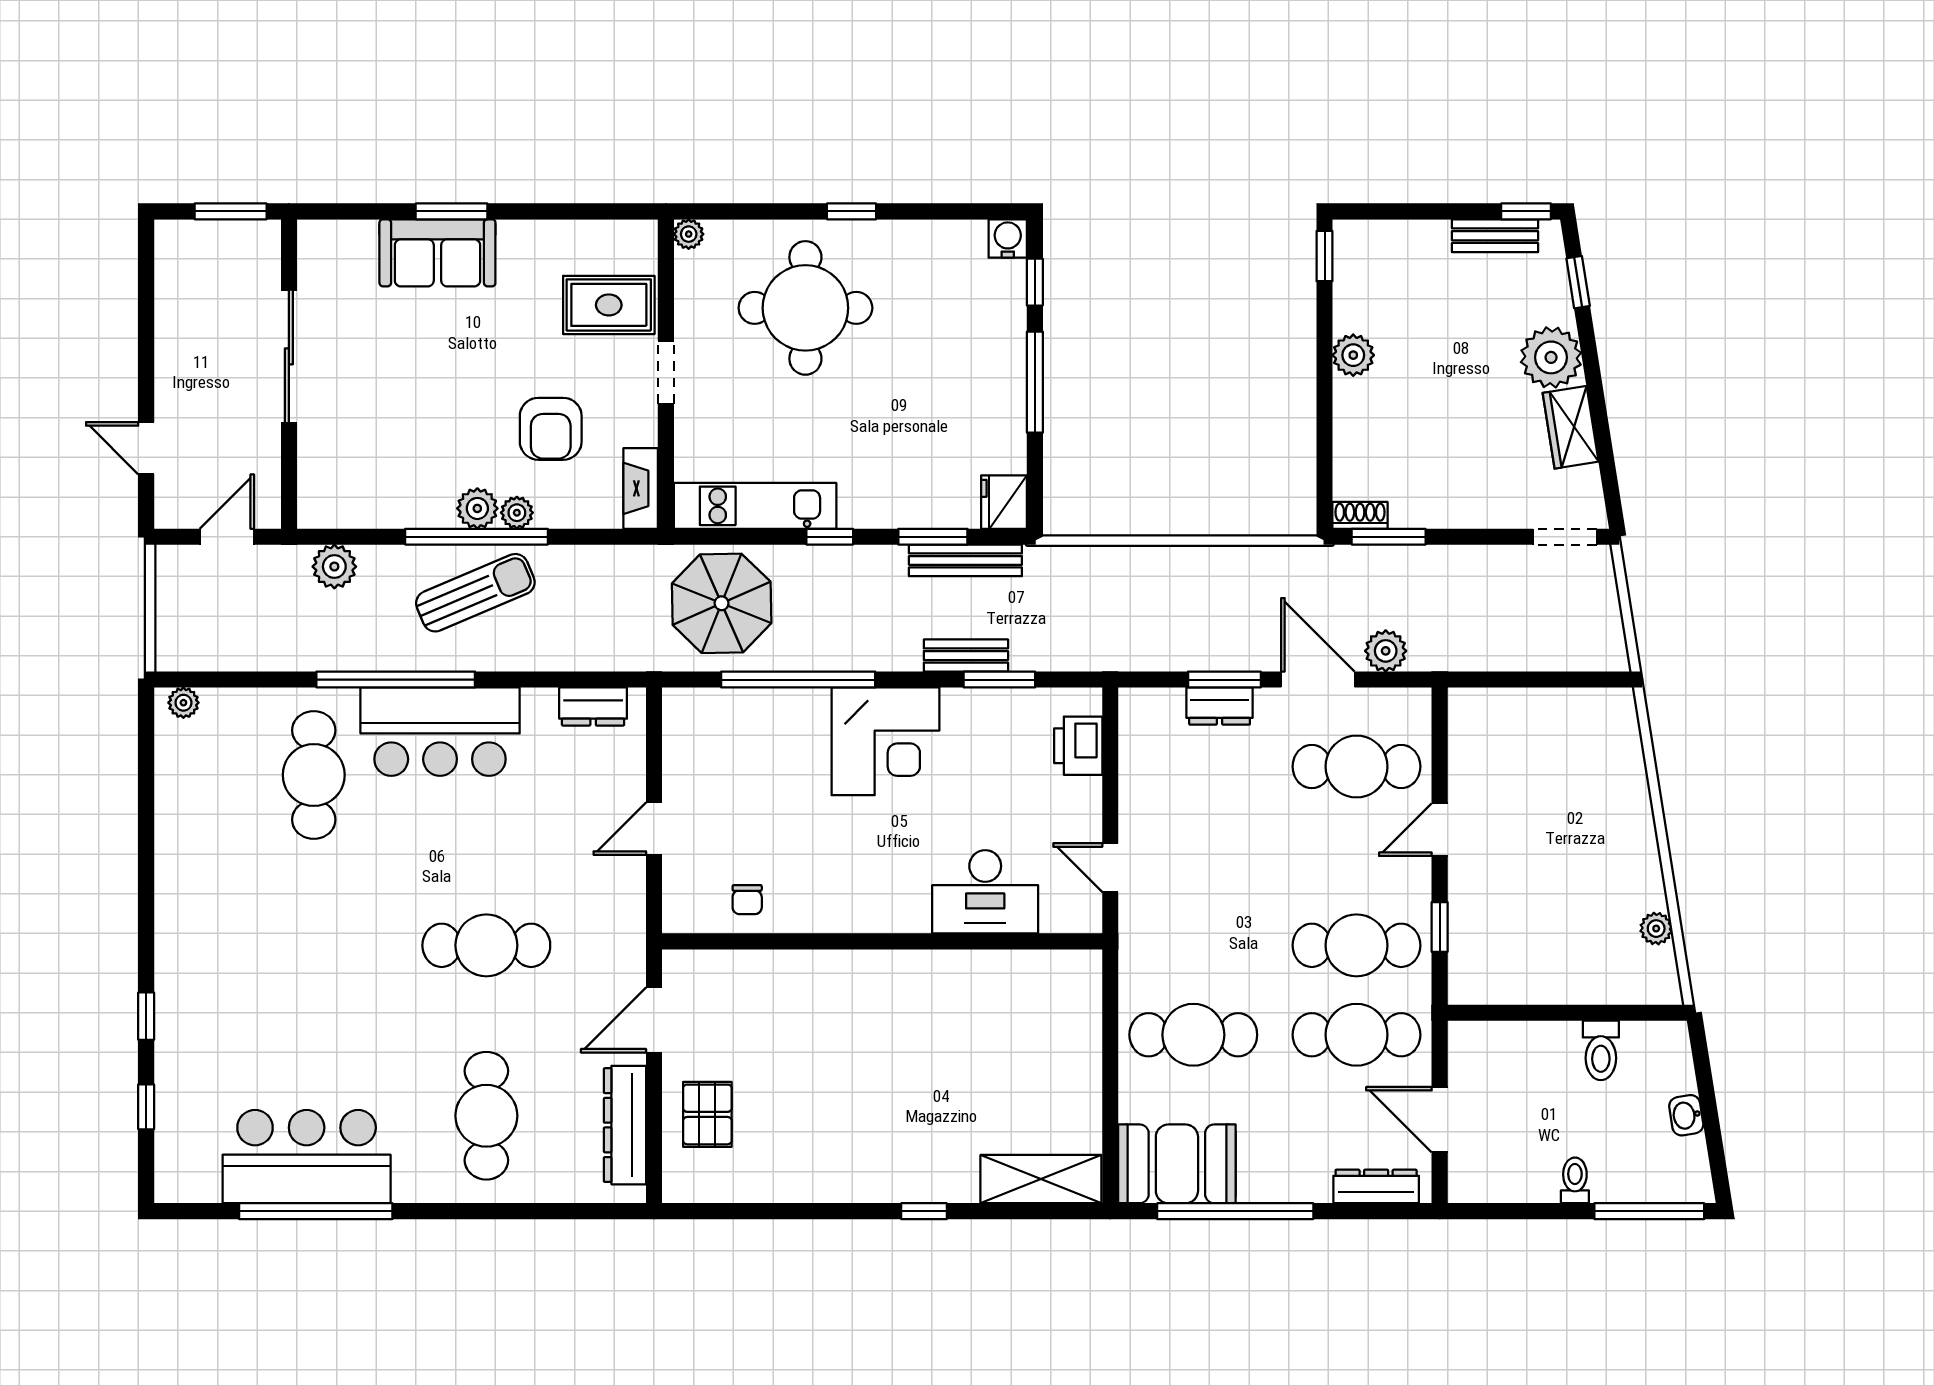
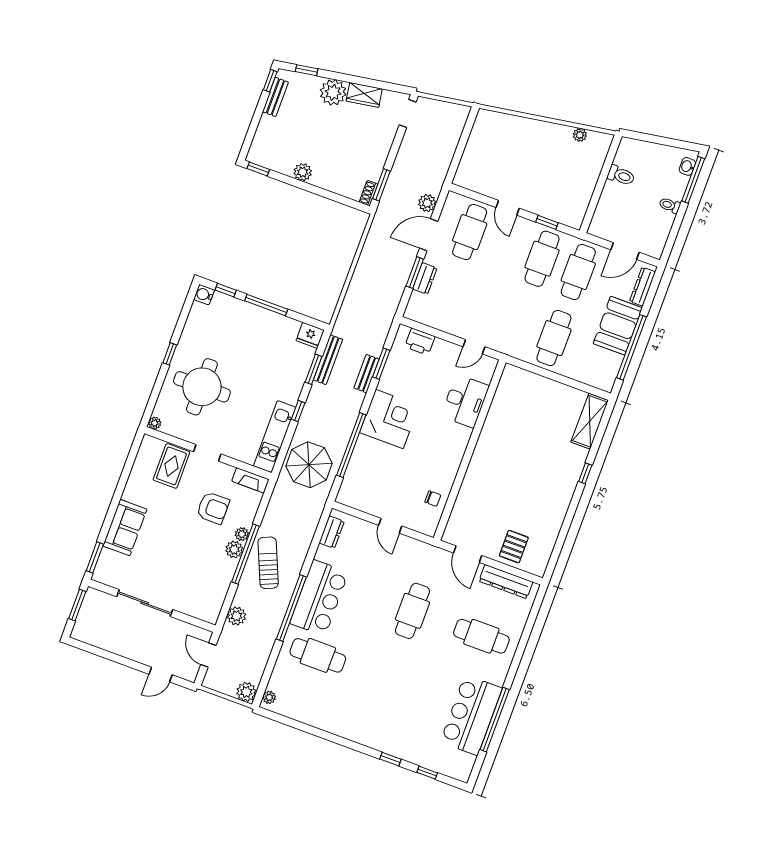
window: (452, 211) -> (95, 557), moved
plant: (177, 649) -> (246, 692), added
pallet: (707, 1114) -> (514, 547), turned 90
washbasin: (1686, 1115) -> (687, 166), moved, turned 99
booth: (1177, 1164) -> (618, 326), moved

